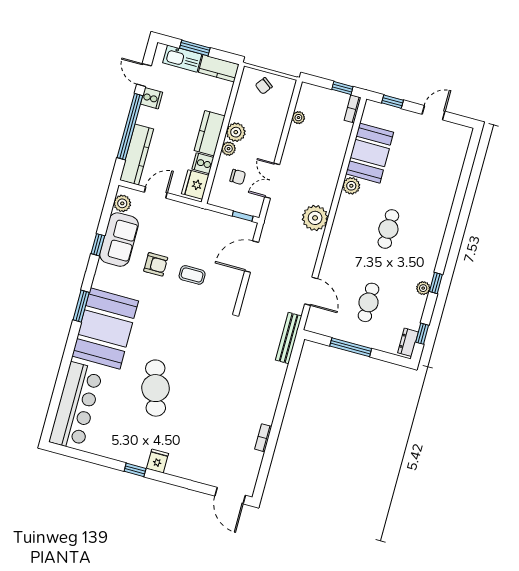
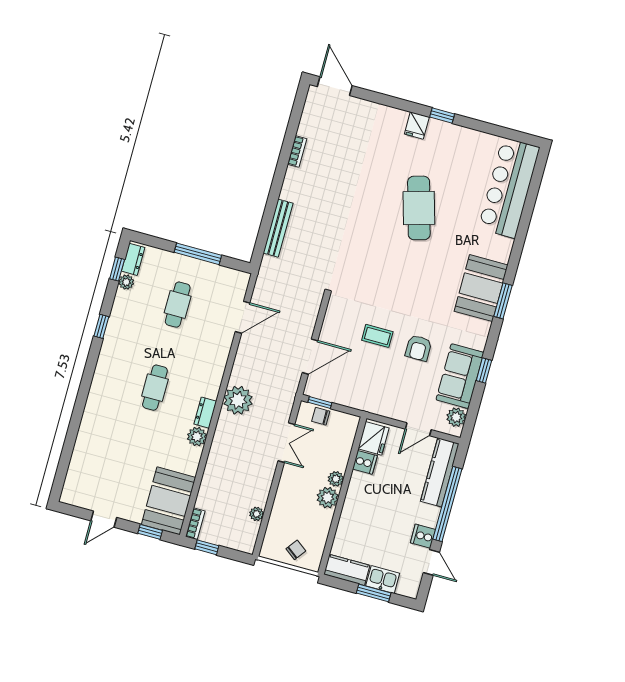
kitchen sink: (182, 59) -> (383, 580), width x0.73
kitchen counter: (210, 133) -> (357, 496), removed
booth: (370, 153) -> (169, 501), moved
chair: (238, 177) -> (321, 416), moved
dresser: (344, 207) -> (205, 413), added
armchair: (156, 264) -> (418, 348), turned -90
plant: (423, 288) -> (126, 282), moved
door: (311, 291) -> (243, 317), swing flipped
booth: (105, 328) -> (481, 288), width x0.73, depth x0.70
bench: (289, 338) -> (278, 228), moved

